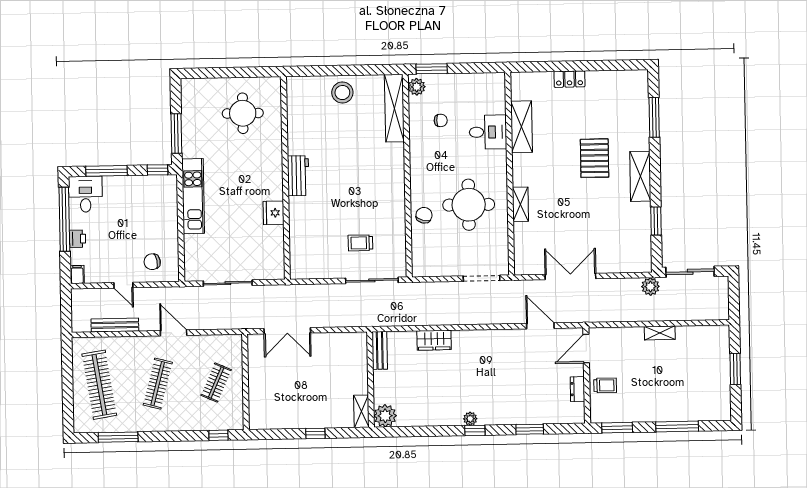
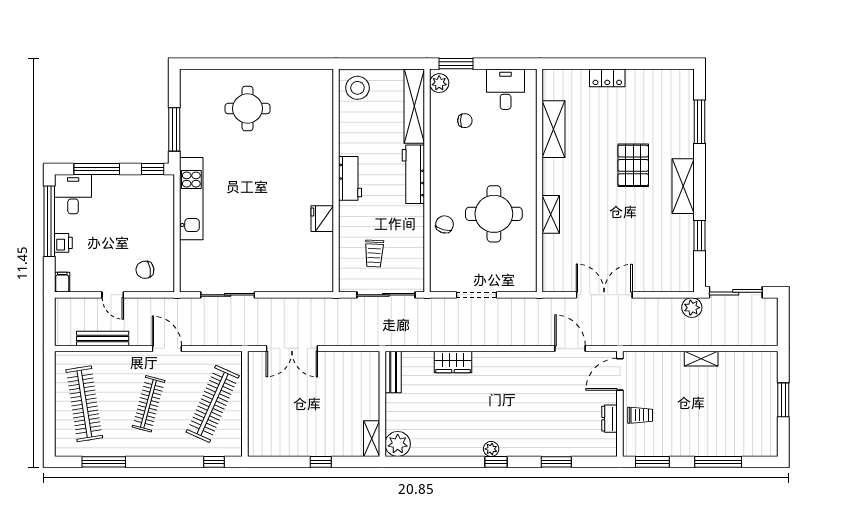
desk: (488, 132) -> (506, 89), moved, turned -90
workbench: (395, 170) -> (413, 174), added
workbench: (298, 176) -> (350, 178), moved
wall: (285, 178) -> (336, 181), moved
fridge: (274, 213) -> (322, 219), moved
trolley: (360, 243) -> (374, 253), turned -87
doorway: (482, 278) -> (477, 295), moved
clothes rail: (216, 383) -> (213, 404), width x1.86, depth x1.31

